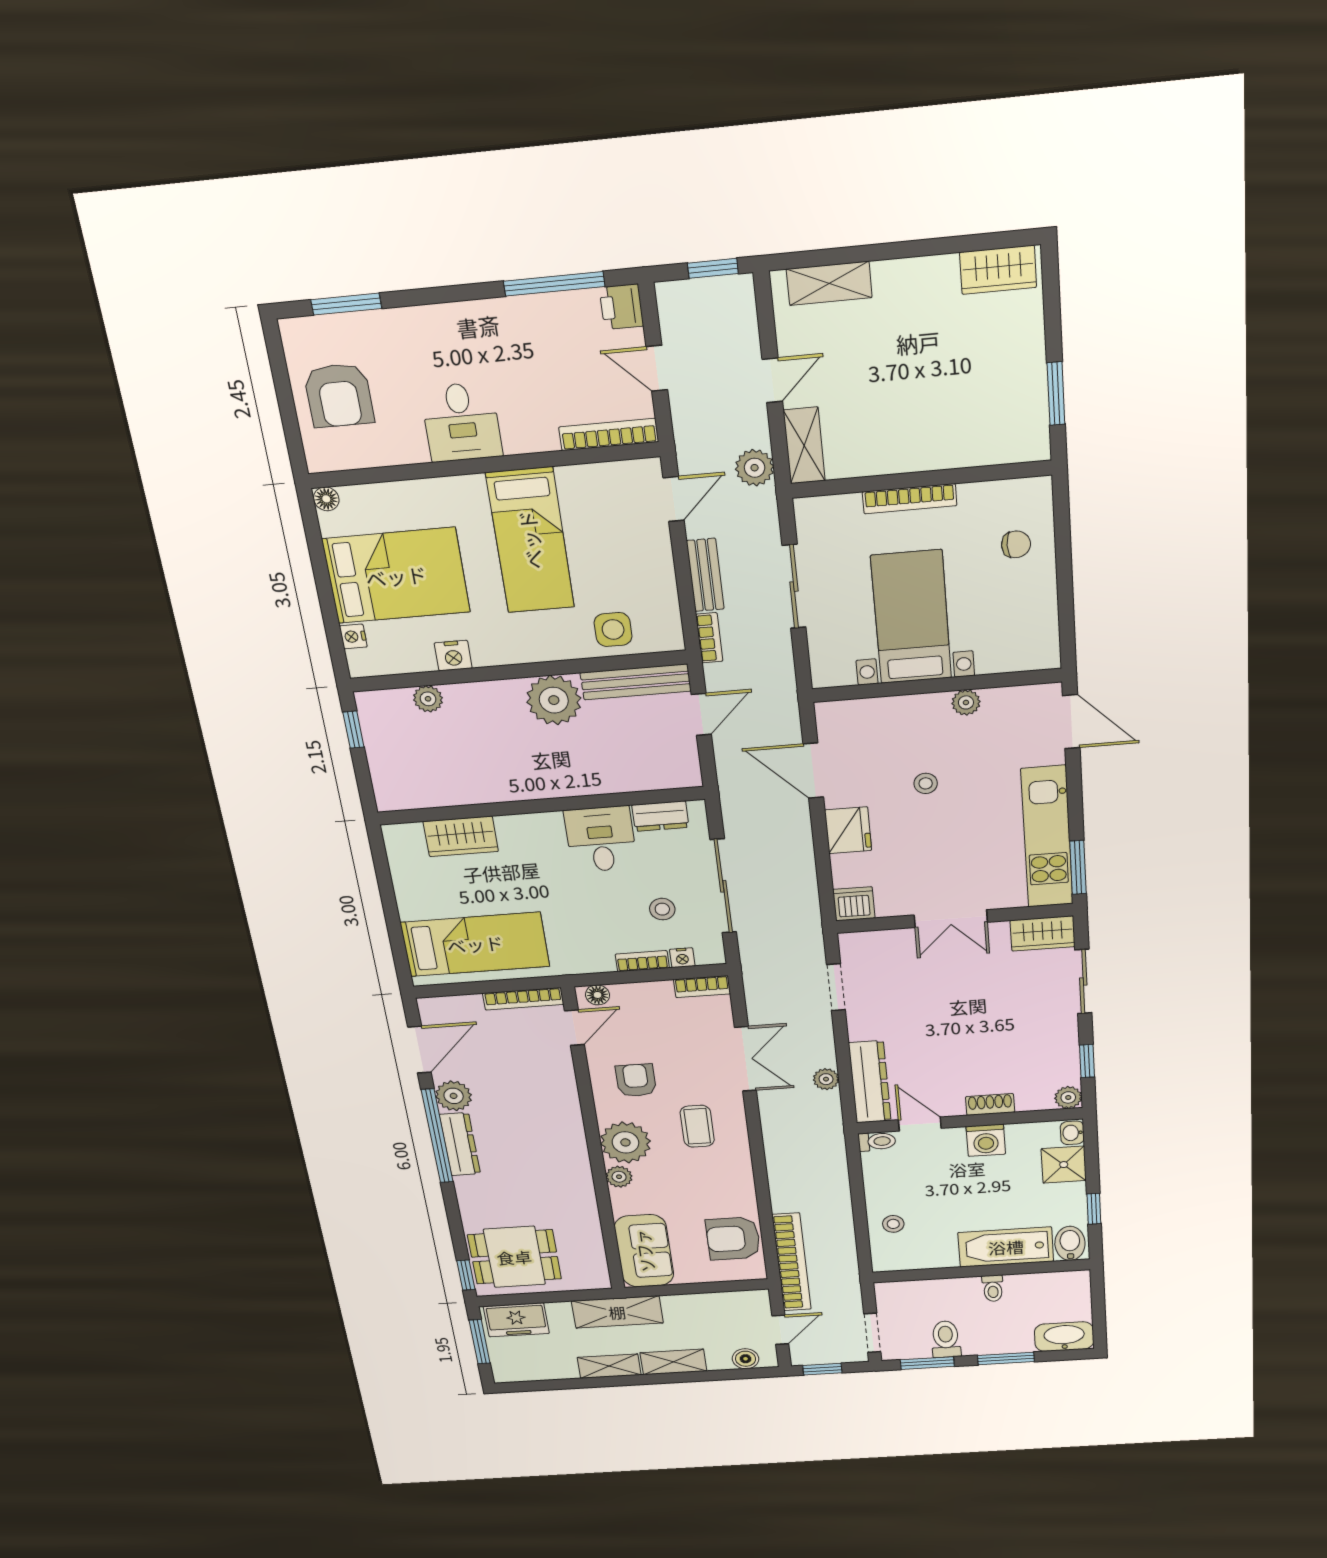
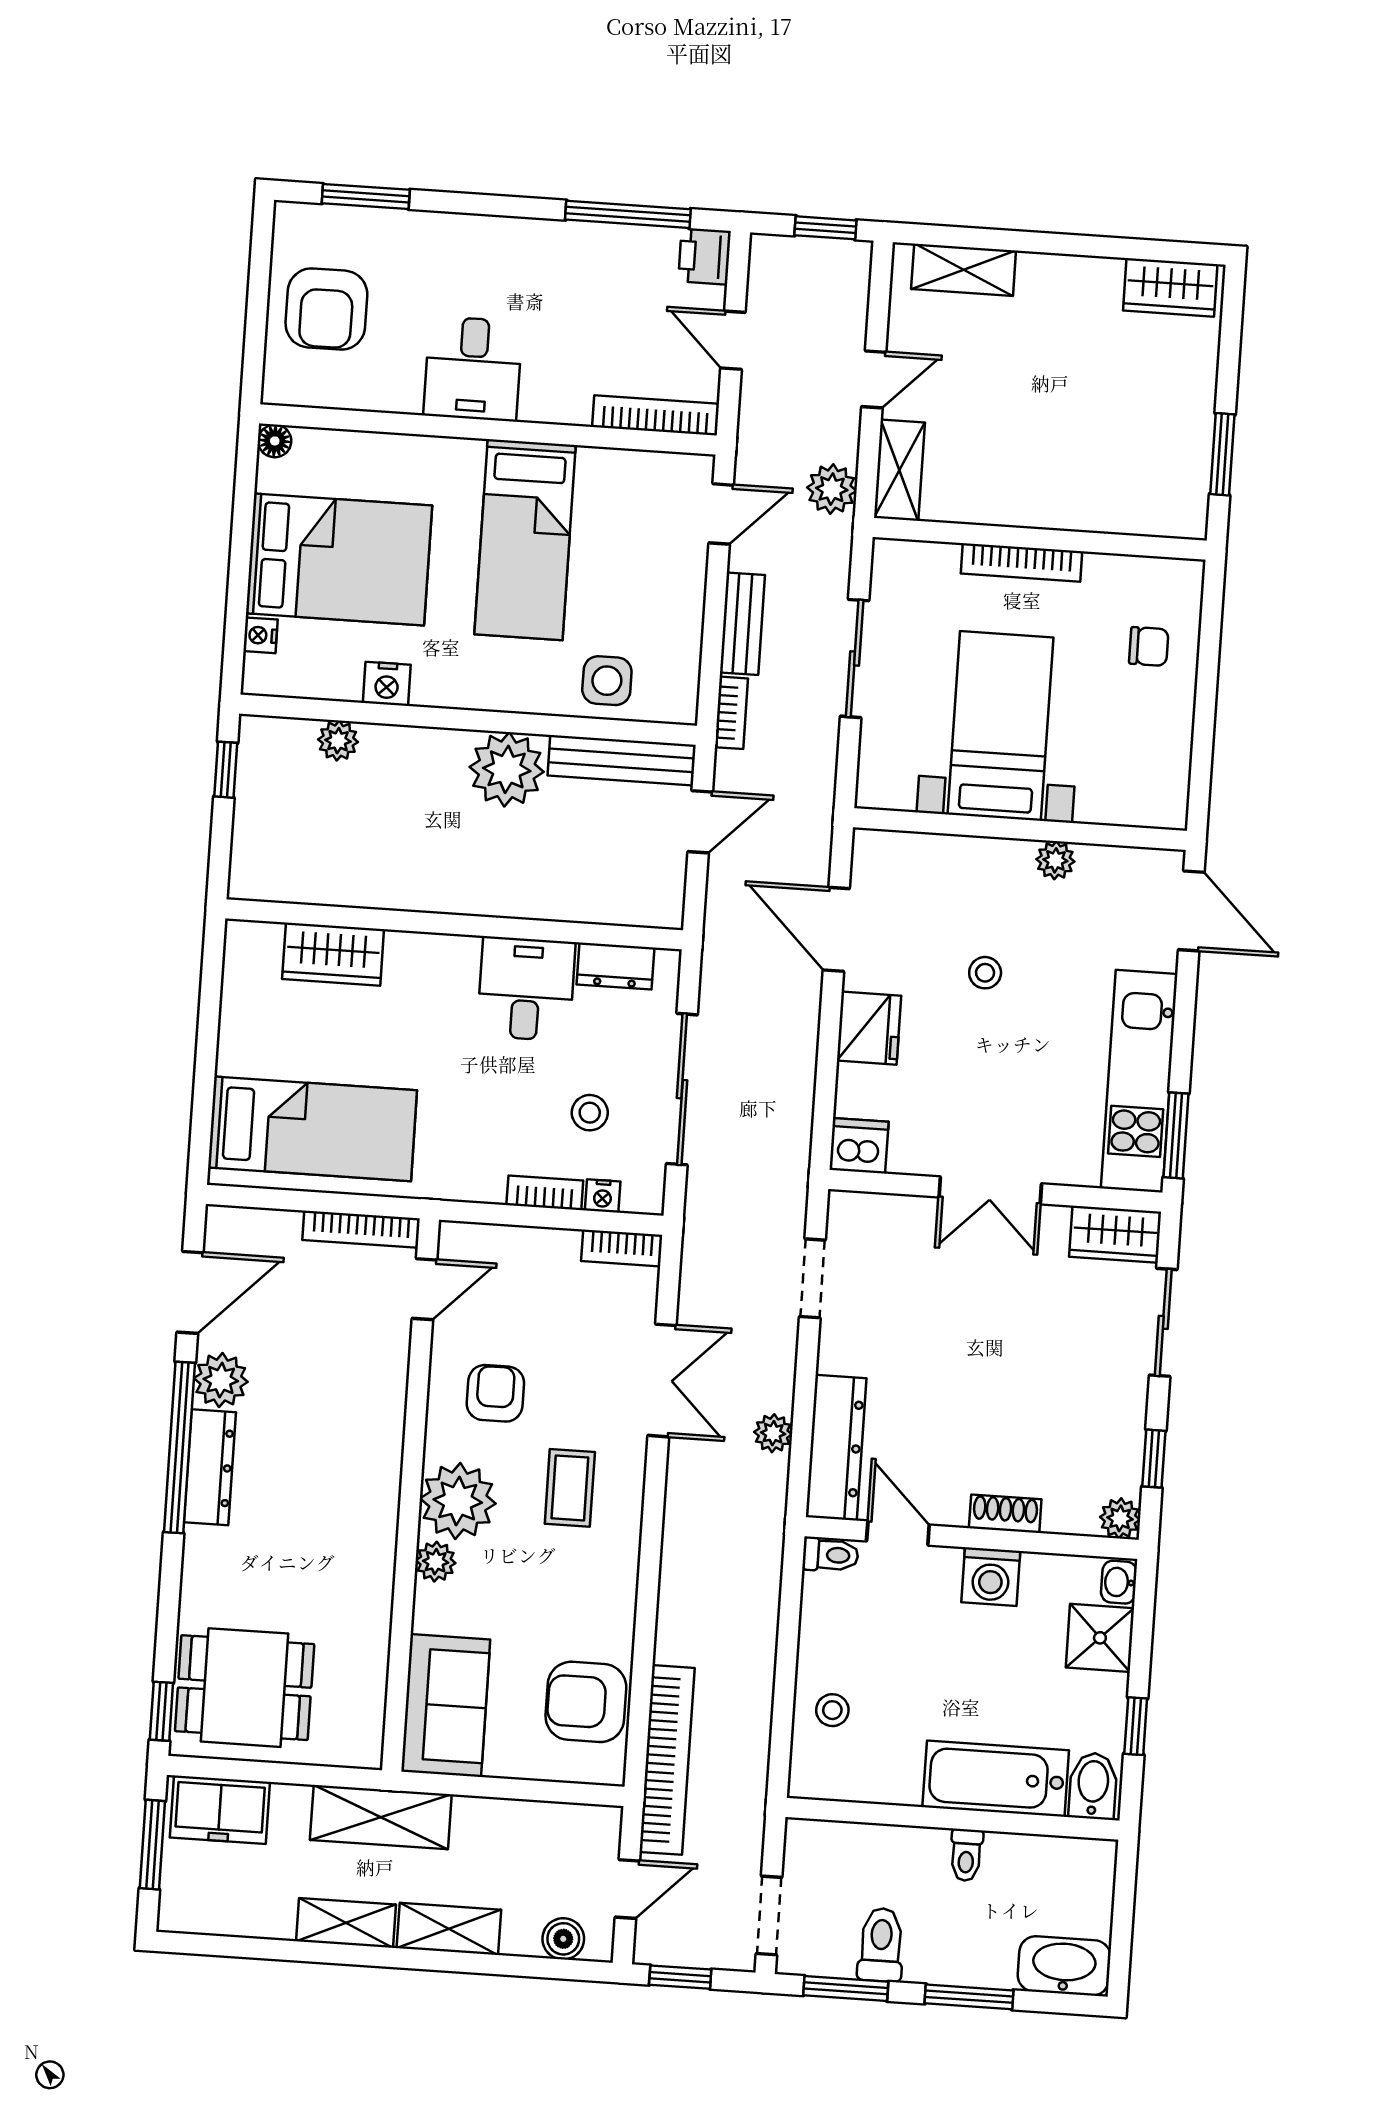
floor lamp: (598, 995) -> (469, 1239), removed

